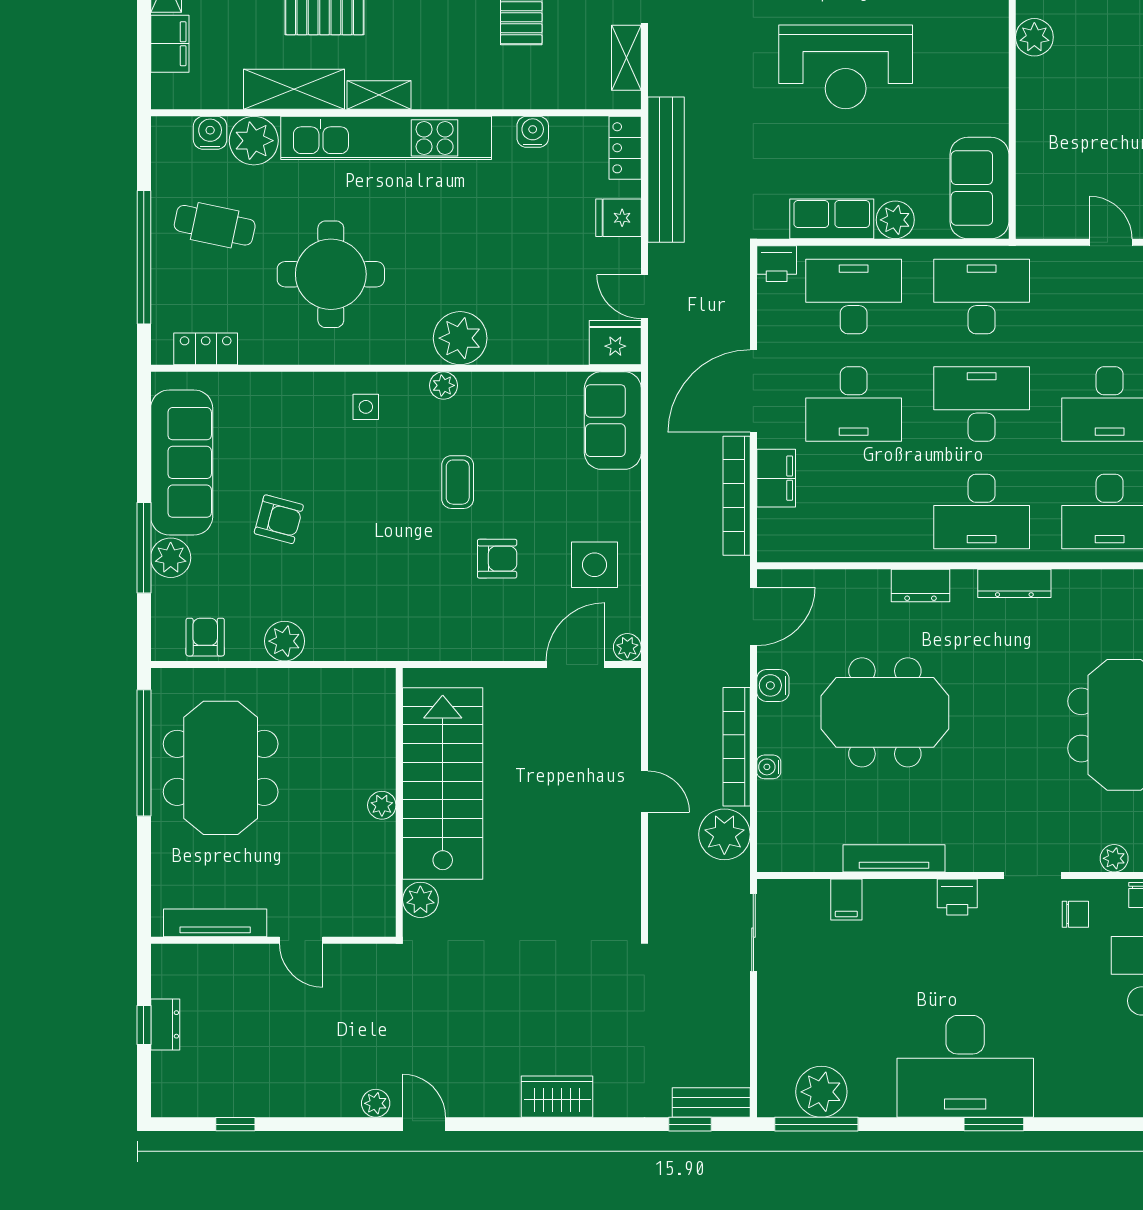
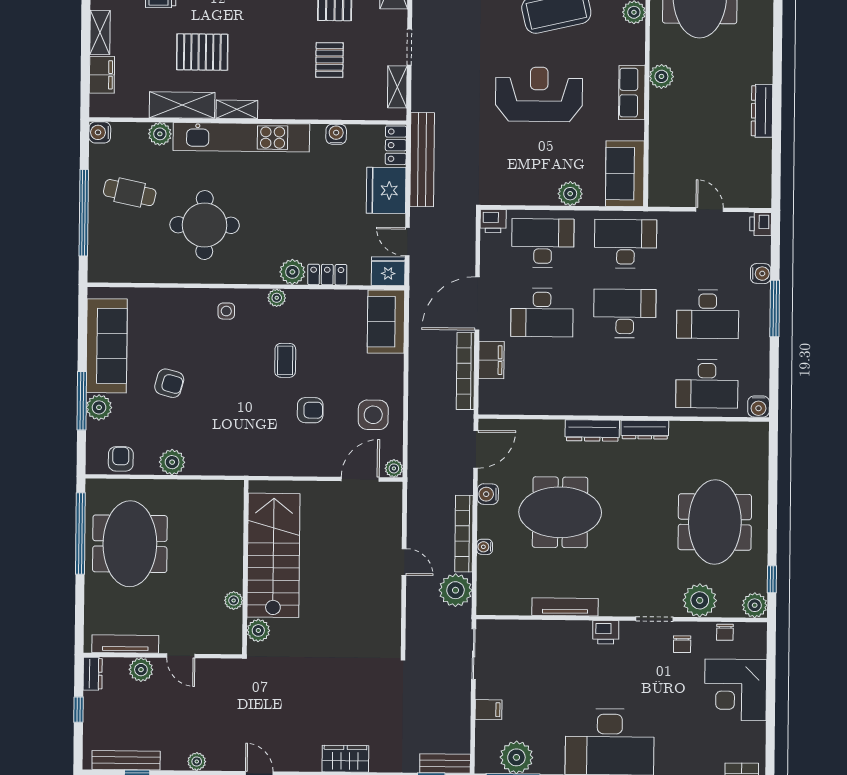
reception desk: (846, 67) -> (539, 94), turned 180
water cooler: (210, 133) -> (100, 132), moved, turned -90
plant: (254, 141) -> (160, 134), width x0.73, depth x0.73
fridge: (619, 218) -> (386, 190), width x1.88, depth x1.34
row of seats: (832, 219) -> (632, 93), moved, turned -90
plant: (460, 338) -> (292, 272), width x0.73, depth x0.73
locker: (206, 349) -> (327, 275), moved
desk: (982, 511) -> (624, 383), removed
dresser: (921, 585) -> (592, 431), width x1.44
plant: (382, 805) -> (234, 600), moved
plant: (1114, 858) -> (700, 600), width x1.87, depth x1.87
filing cabinet: (846, 900) -> (489, 710), moved, turned -90
chair: (1075, 914) -> (682, 644), turned 90
plant: (240, 962) -> (141, 670), added
dresser: (165, 1024) -> (93, 674), moved
bench: (218, 1103) -> (126, 760), added
plant: (376, 1103) -> (197, 761), moved

